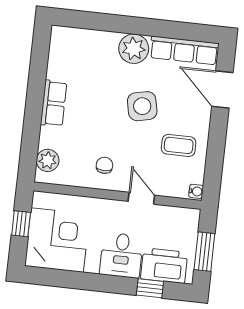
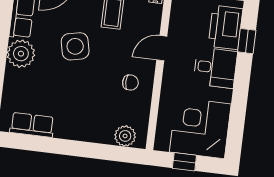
row of seats: (54, 103) -> (32, 125), moved
chair: (104, 165) -> (130, 83), turned 180

